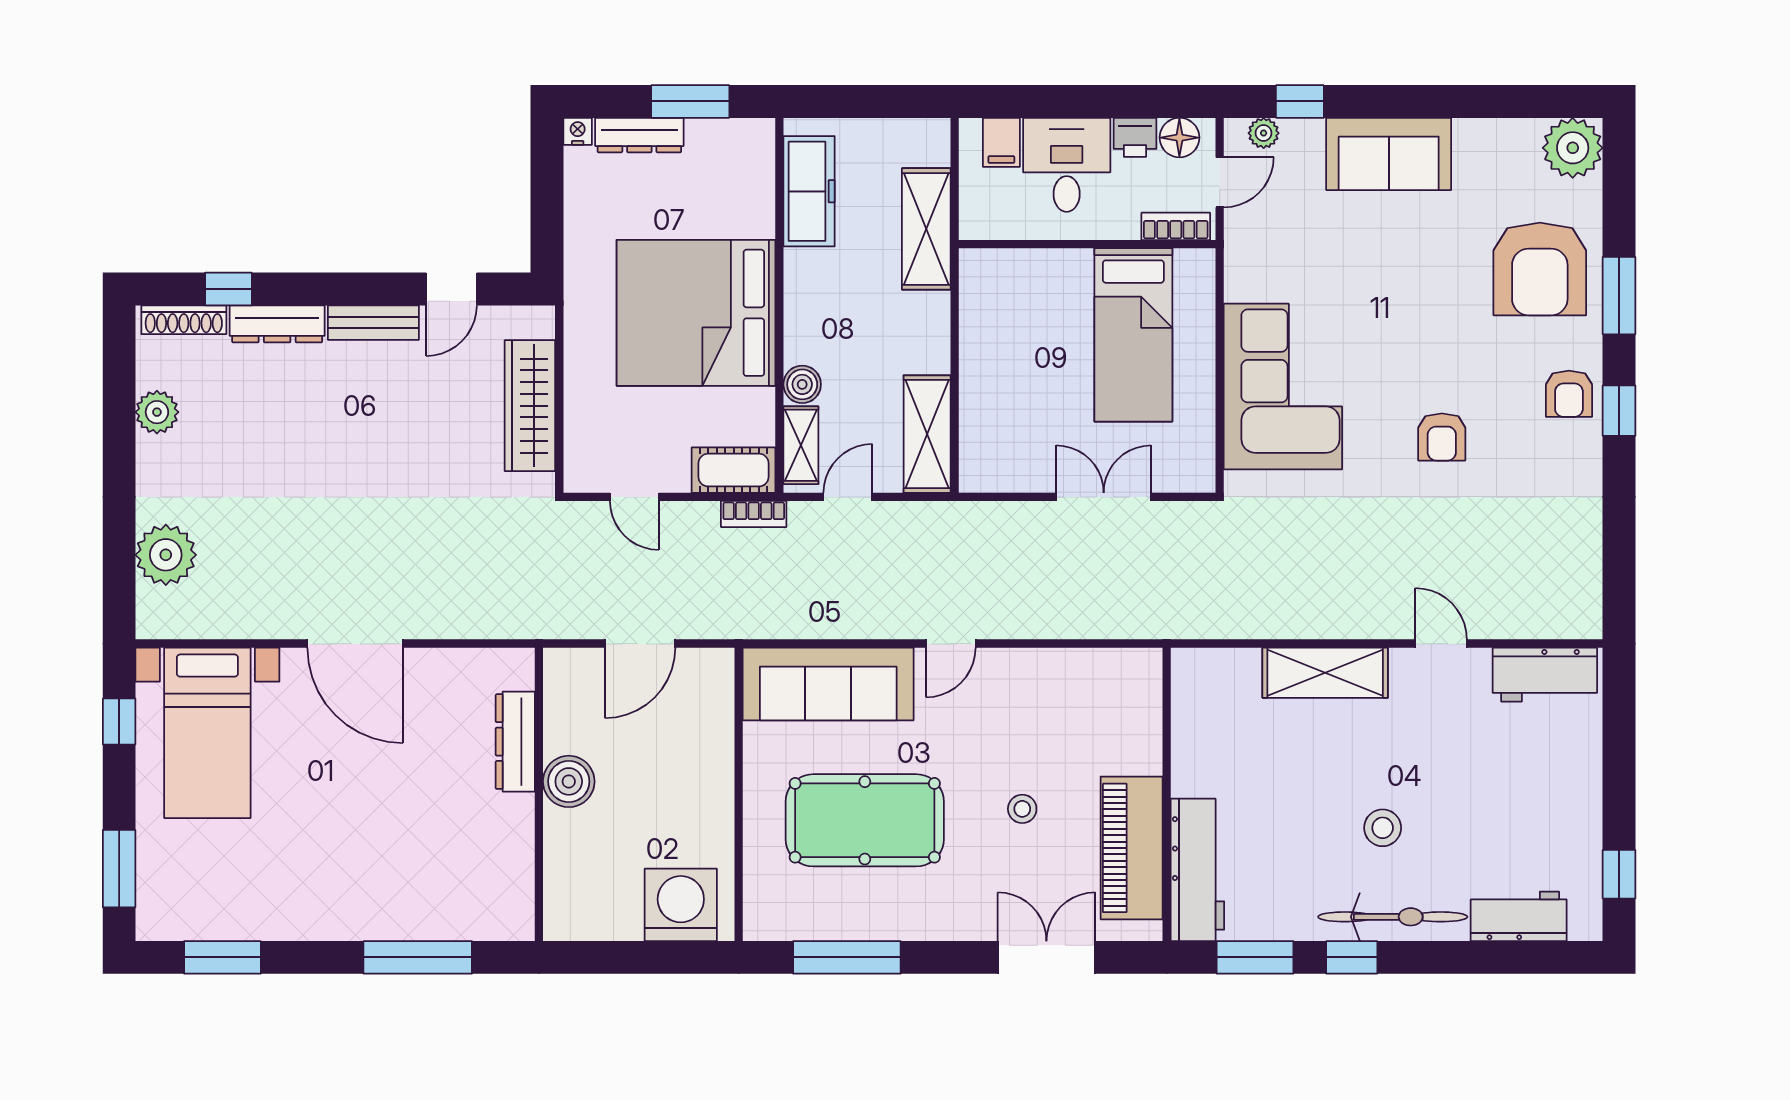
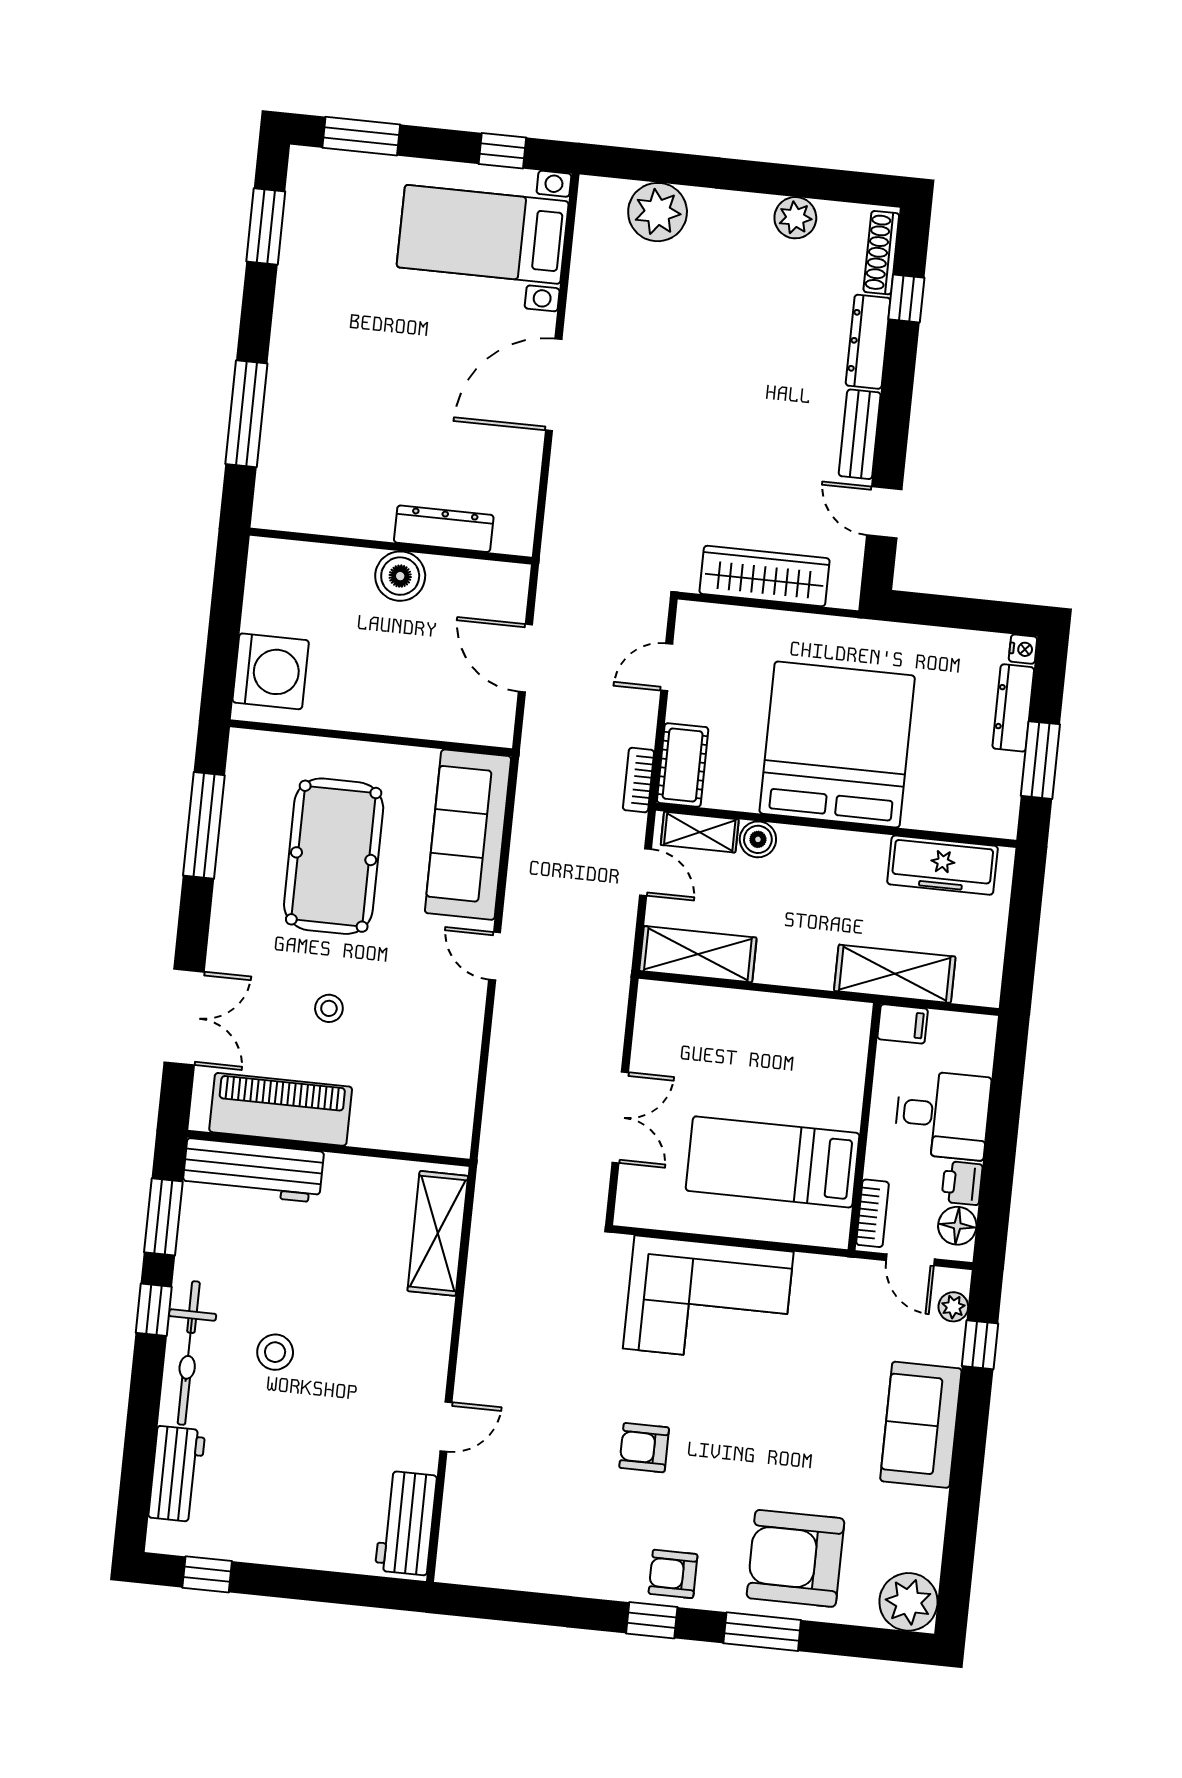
filing cabinet: (1001, 142) -> (903, 1024), moved, turned 180
shelving: (1325, 673) -> (438, 1233), moved

